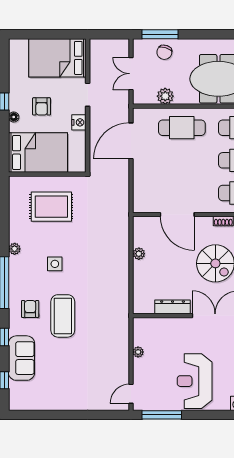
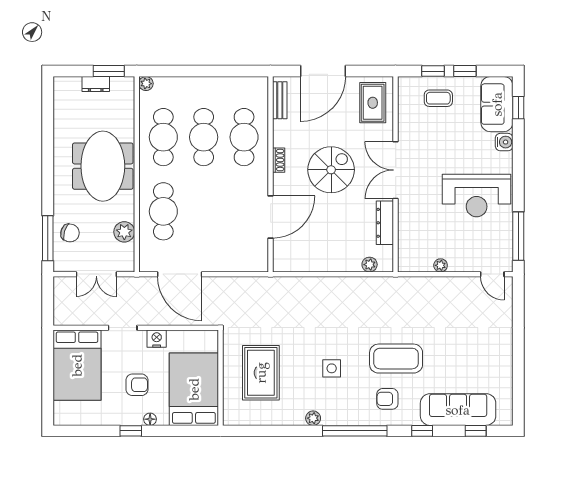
plant: (139, 254) -> (370, 265), moved
sofa: (22, 358) -> (458, 410), width x1.36

